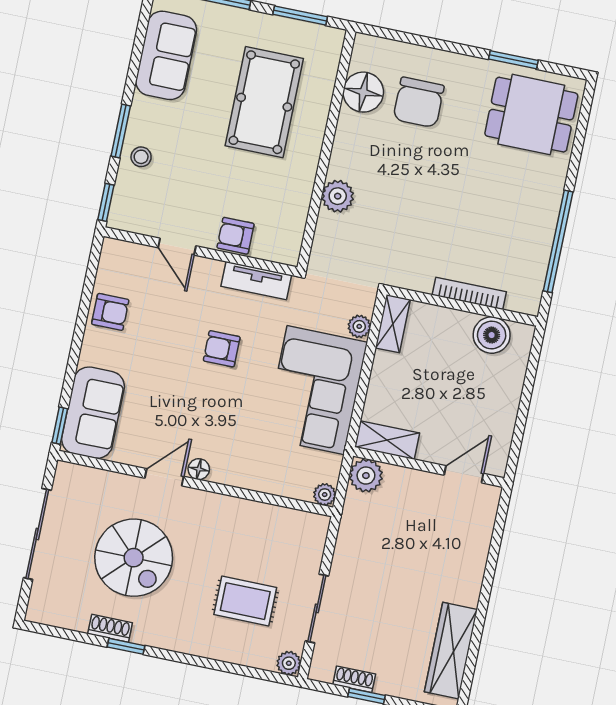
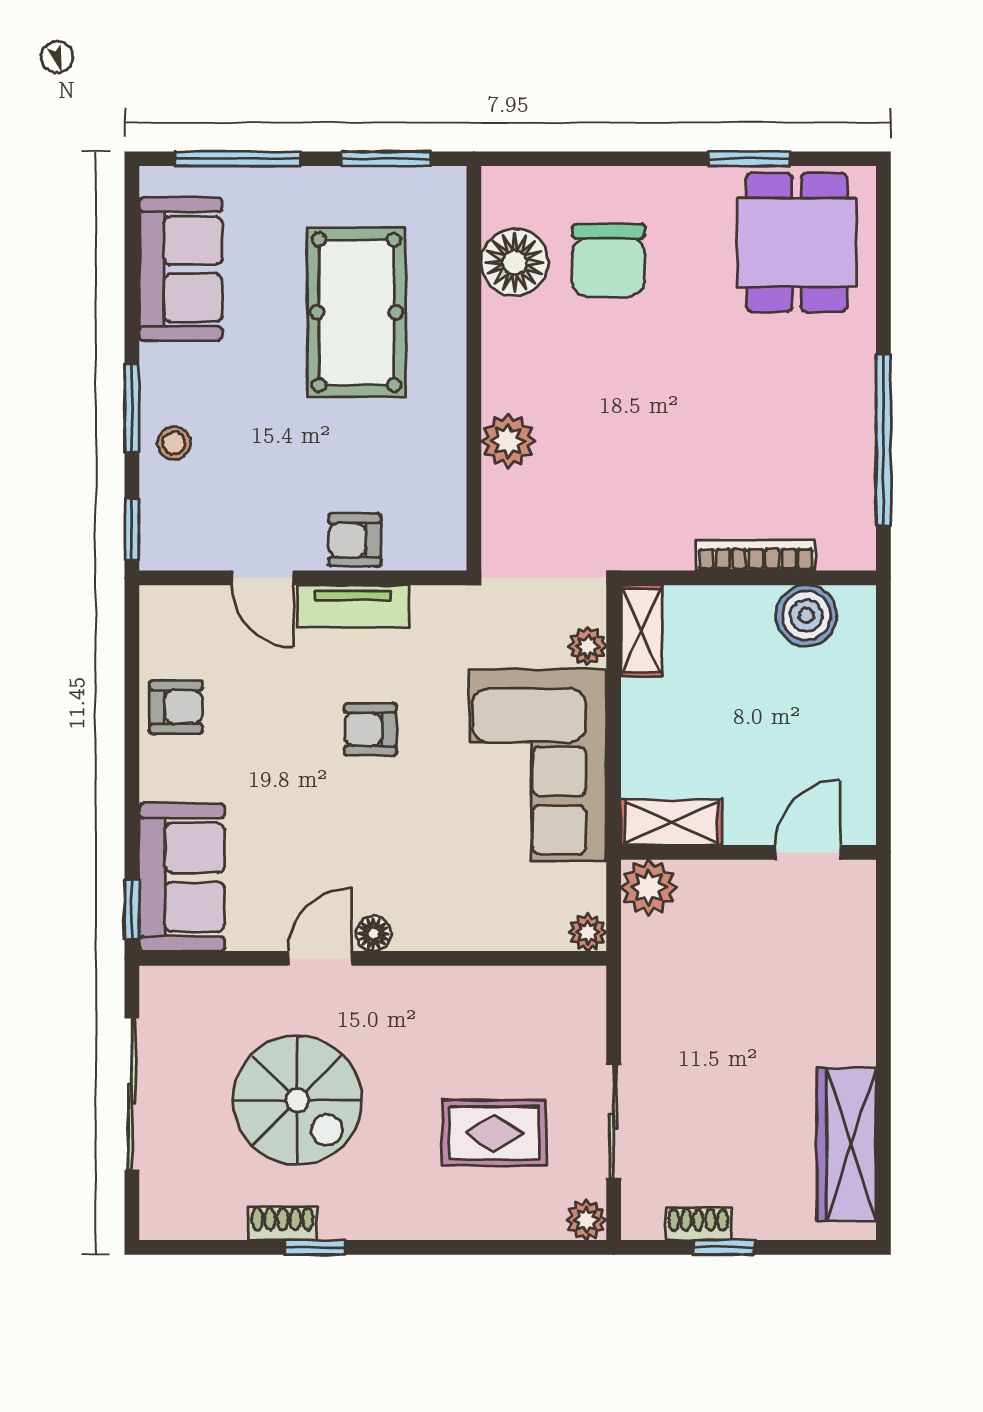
dining table: (531, 115) -> (797, 242), turned 90
tv unit: (256, 281) -> (353, 606), moved

